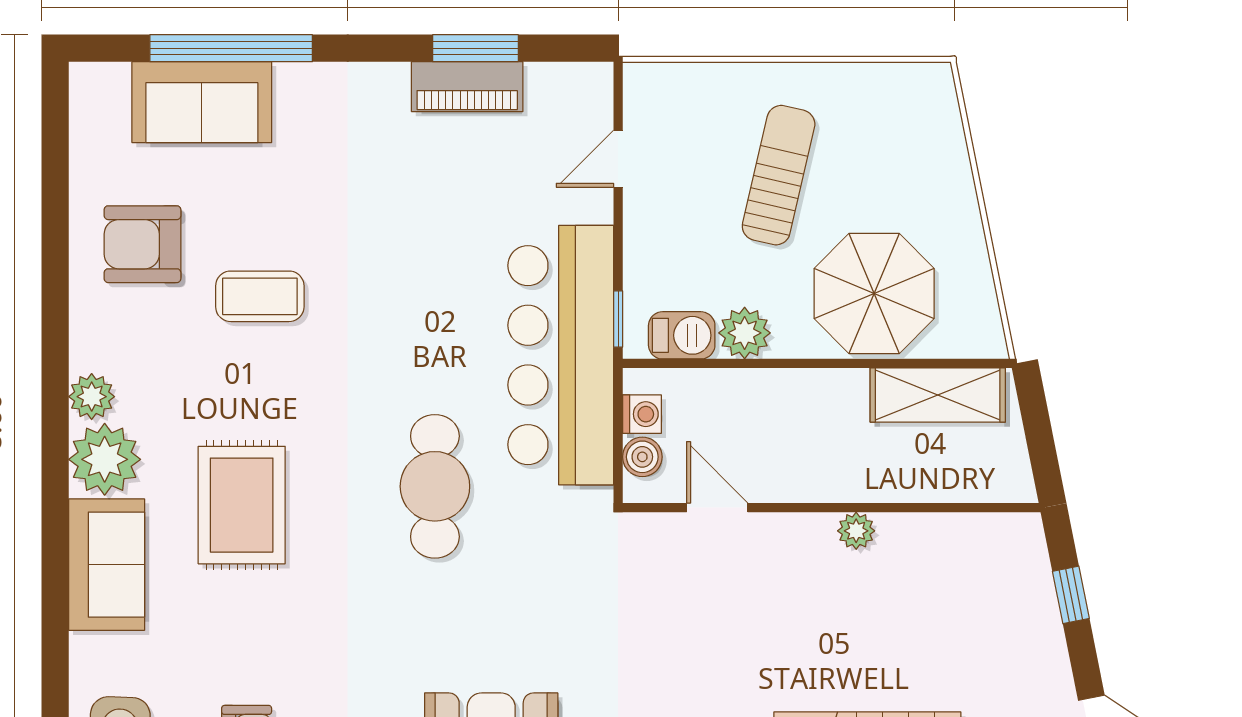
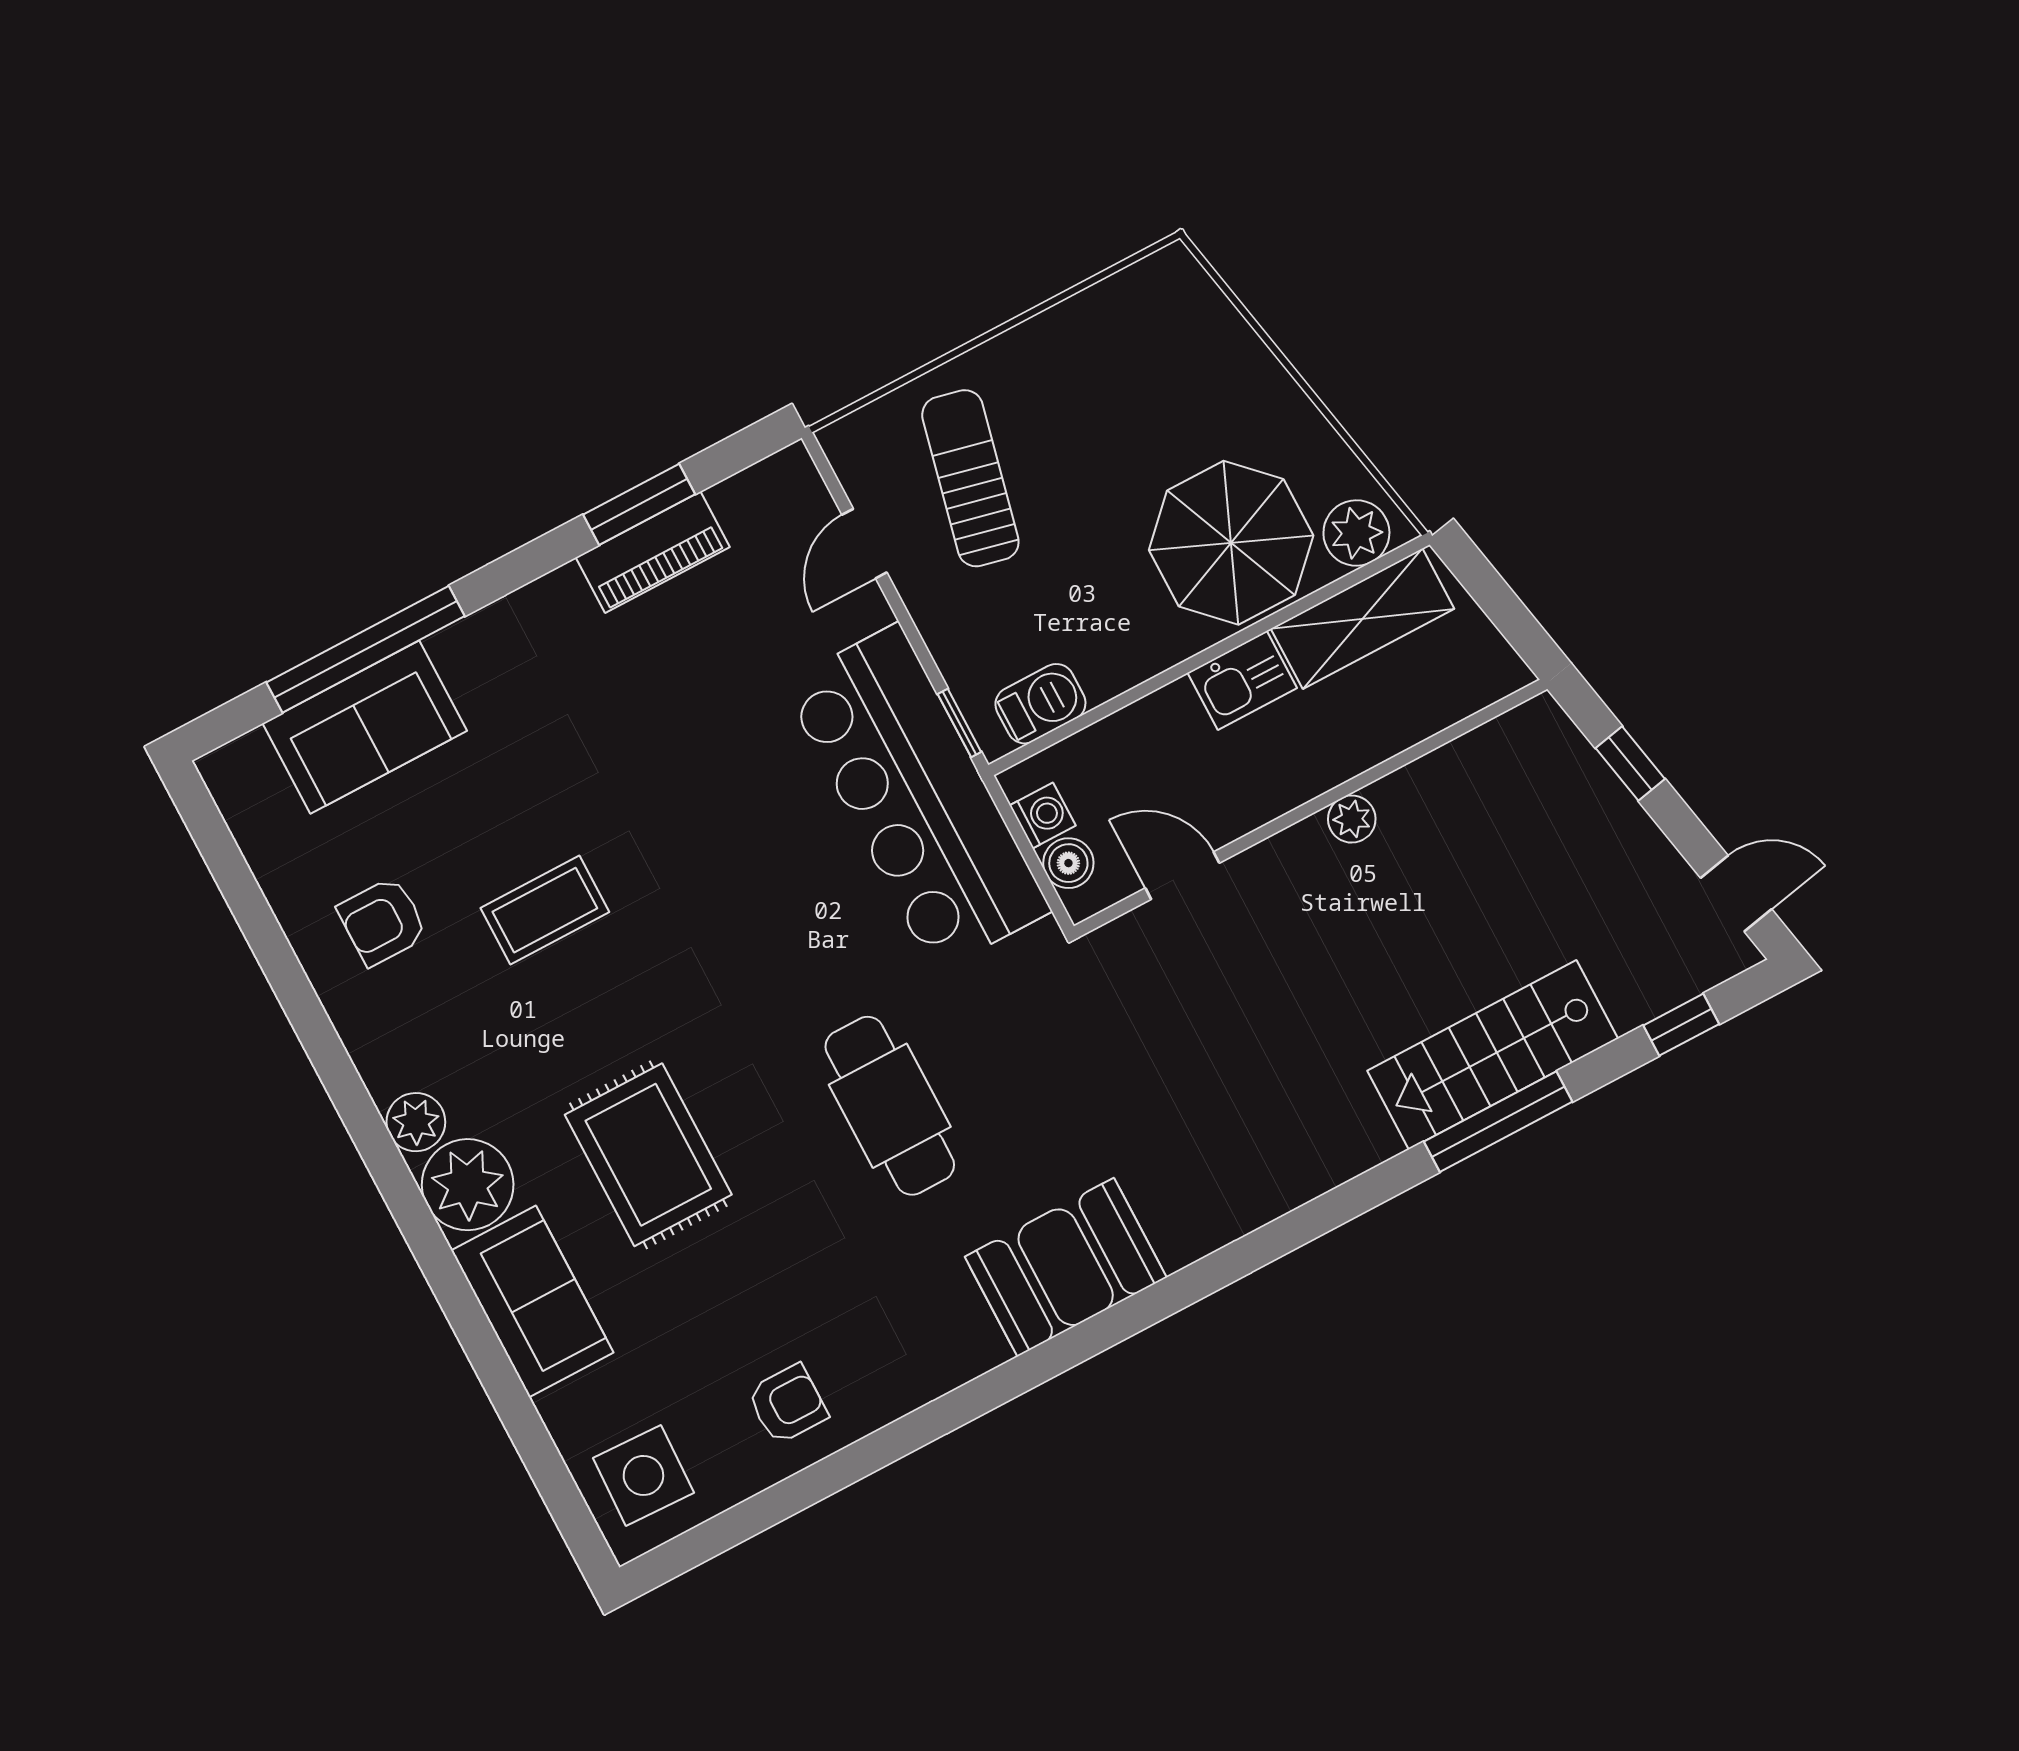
sun lounger: (779, 175) -> (970, 478), moved
armchair: (143, 244) -> (383, 921), width x0.72, depth x0.72
plant: (745, 333) -> (1356, 533), moved
kitchen sink: (831, 394) -> (1242, 680), added
cafe table: (435, 486) -> (890, 1106), moved

